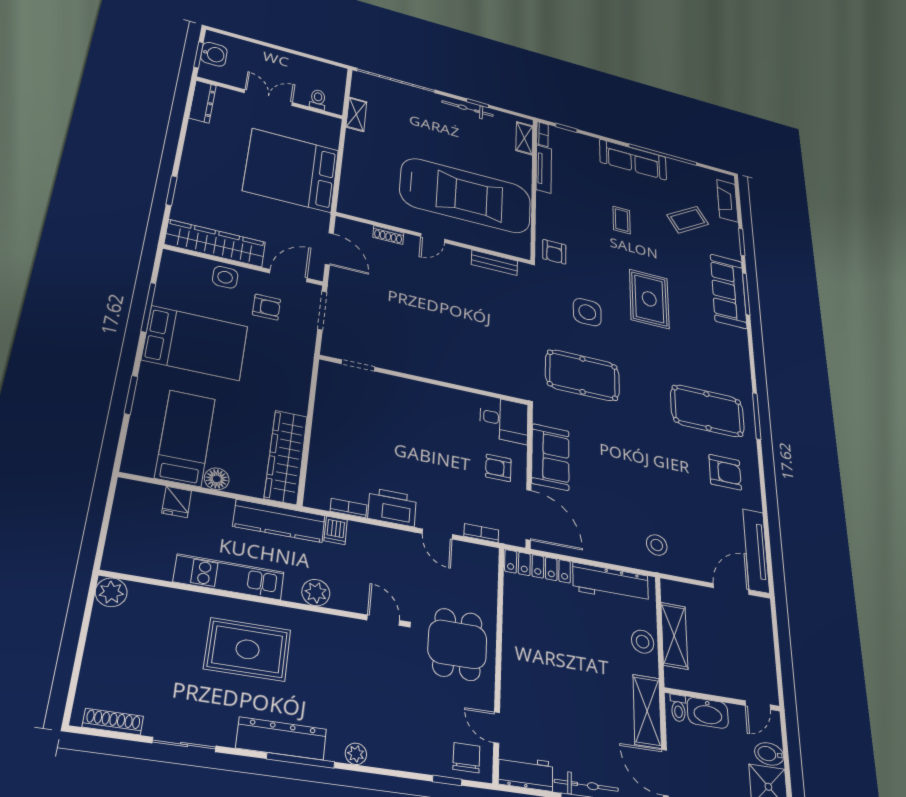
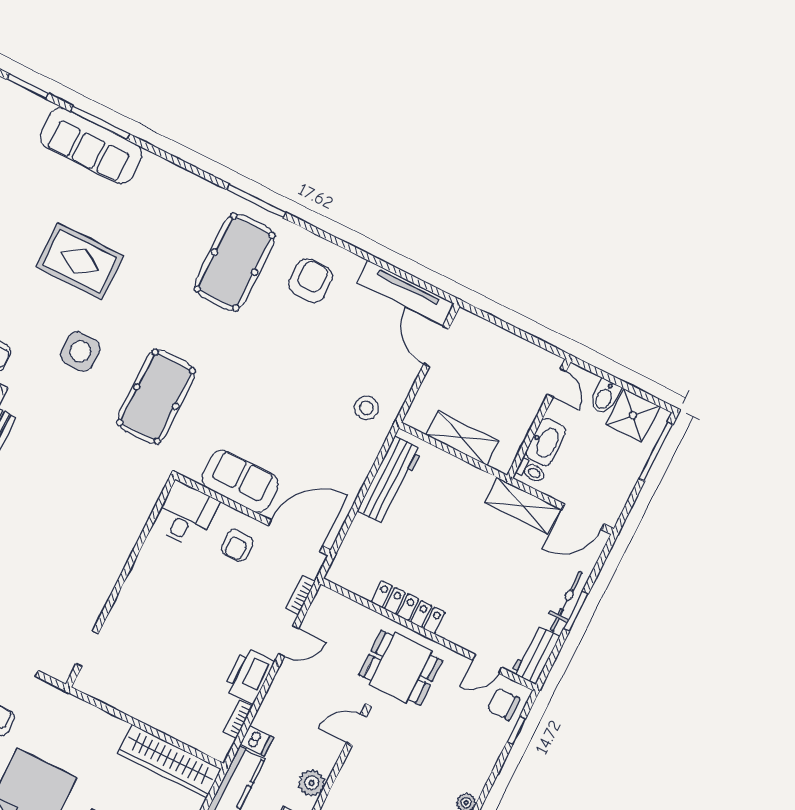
locker: (538, 566) -> (408, 607), moved, turned -90
stool: (643, 642) -> (457, 476), removed

